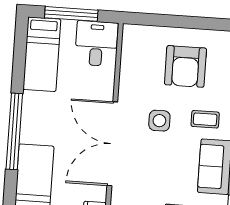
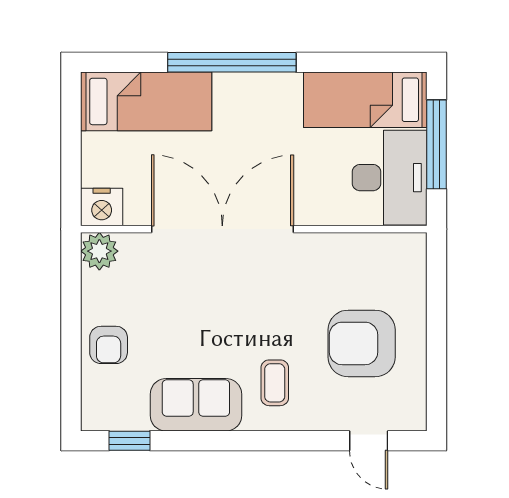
desk: (96, 44) -> (390, 178), width x1.37
side table: (159, 121) -> (267, 306), removed

